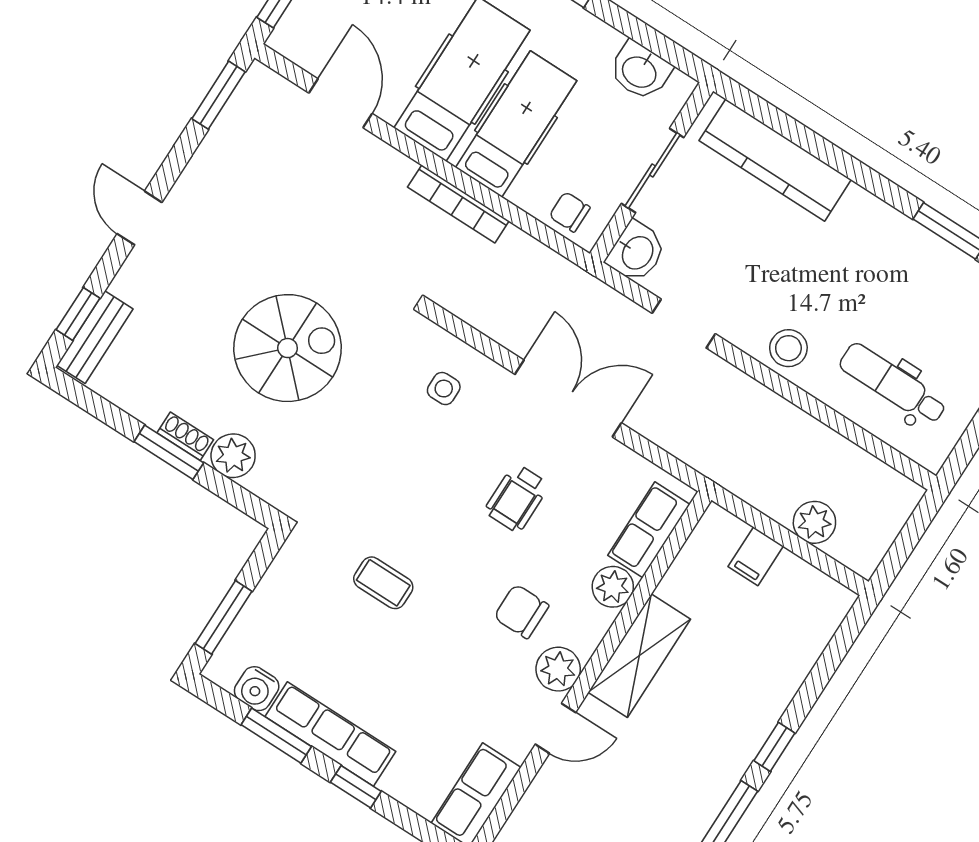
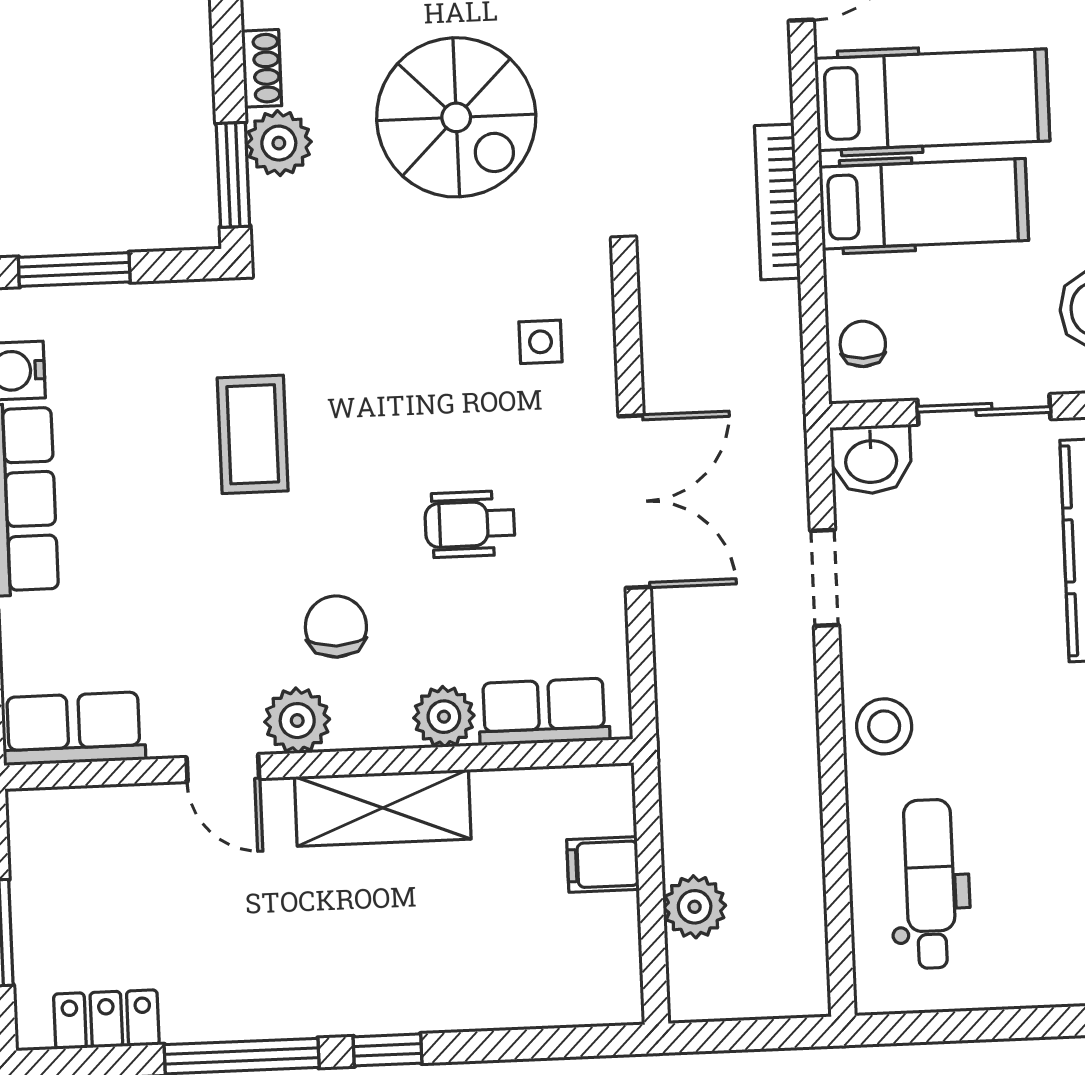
window: (169, 452) -> (233, 175), moved
coffee table: (383, 583) -> (253, 434), width x1.36, depth x1.30

